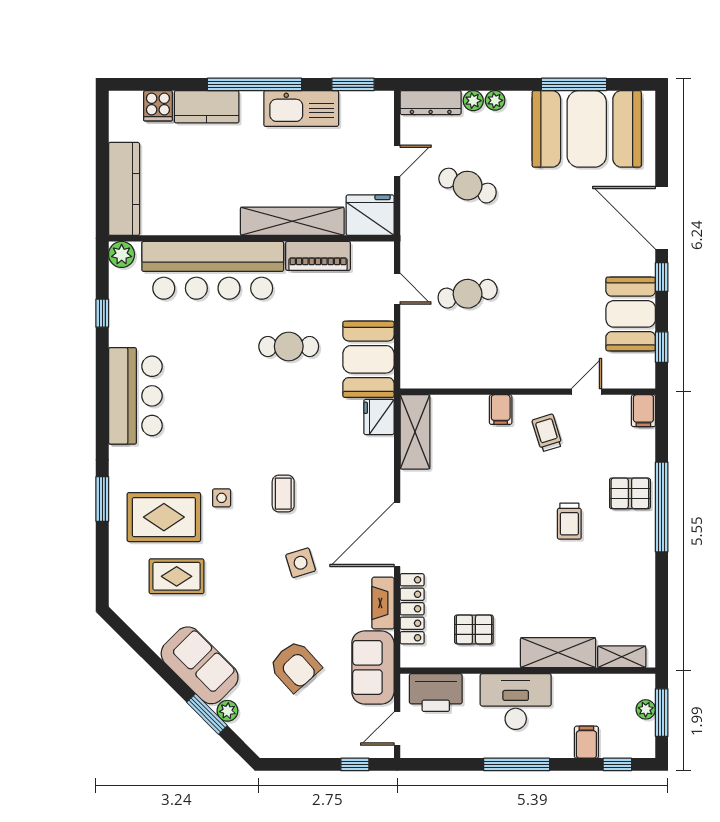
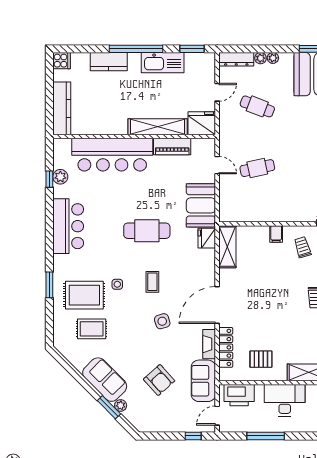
cooker: (158, 106) -> (62, 61), moved, turned -90
plant: (122, 254) -> (60, 177), moved
cafe table: (289, 346) -> (147, 231), moved, width x1.37, depth x1.35
window: (517, 764) -> (266, 436), moved

